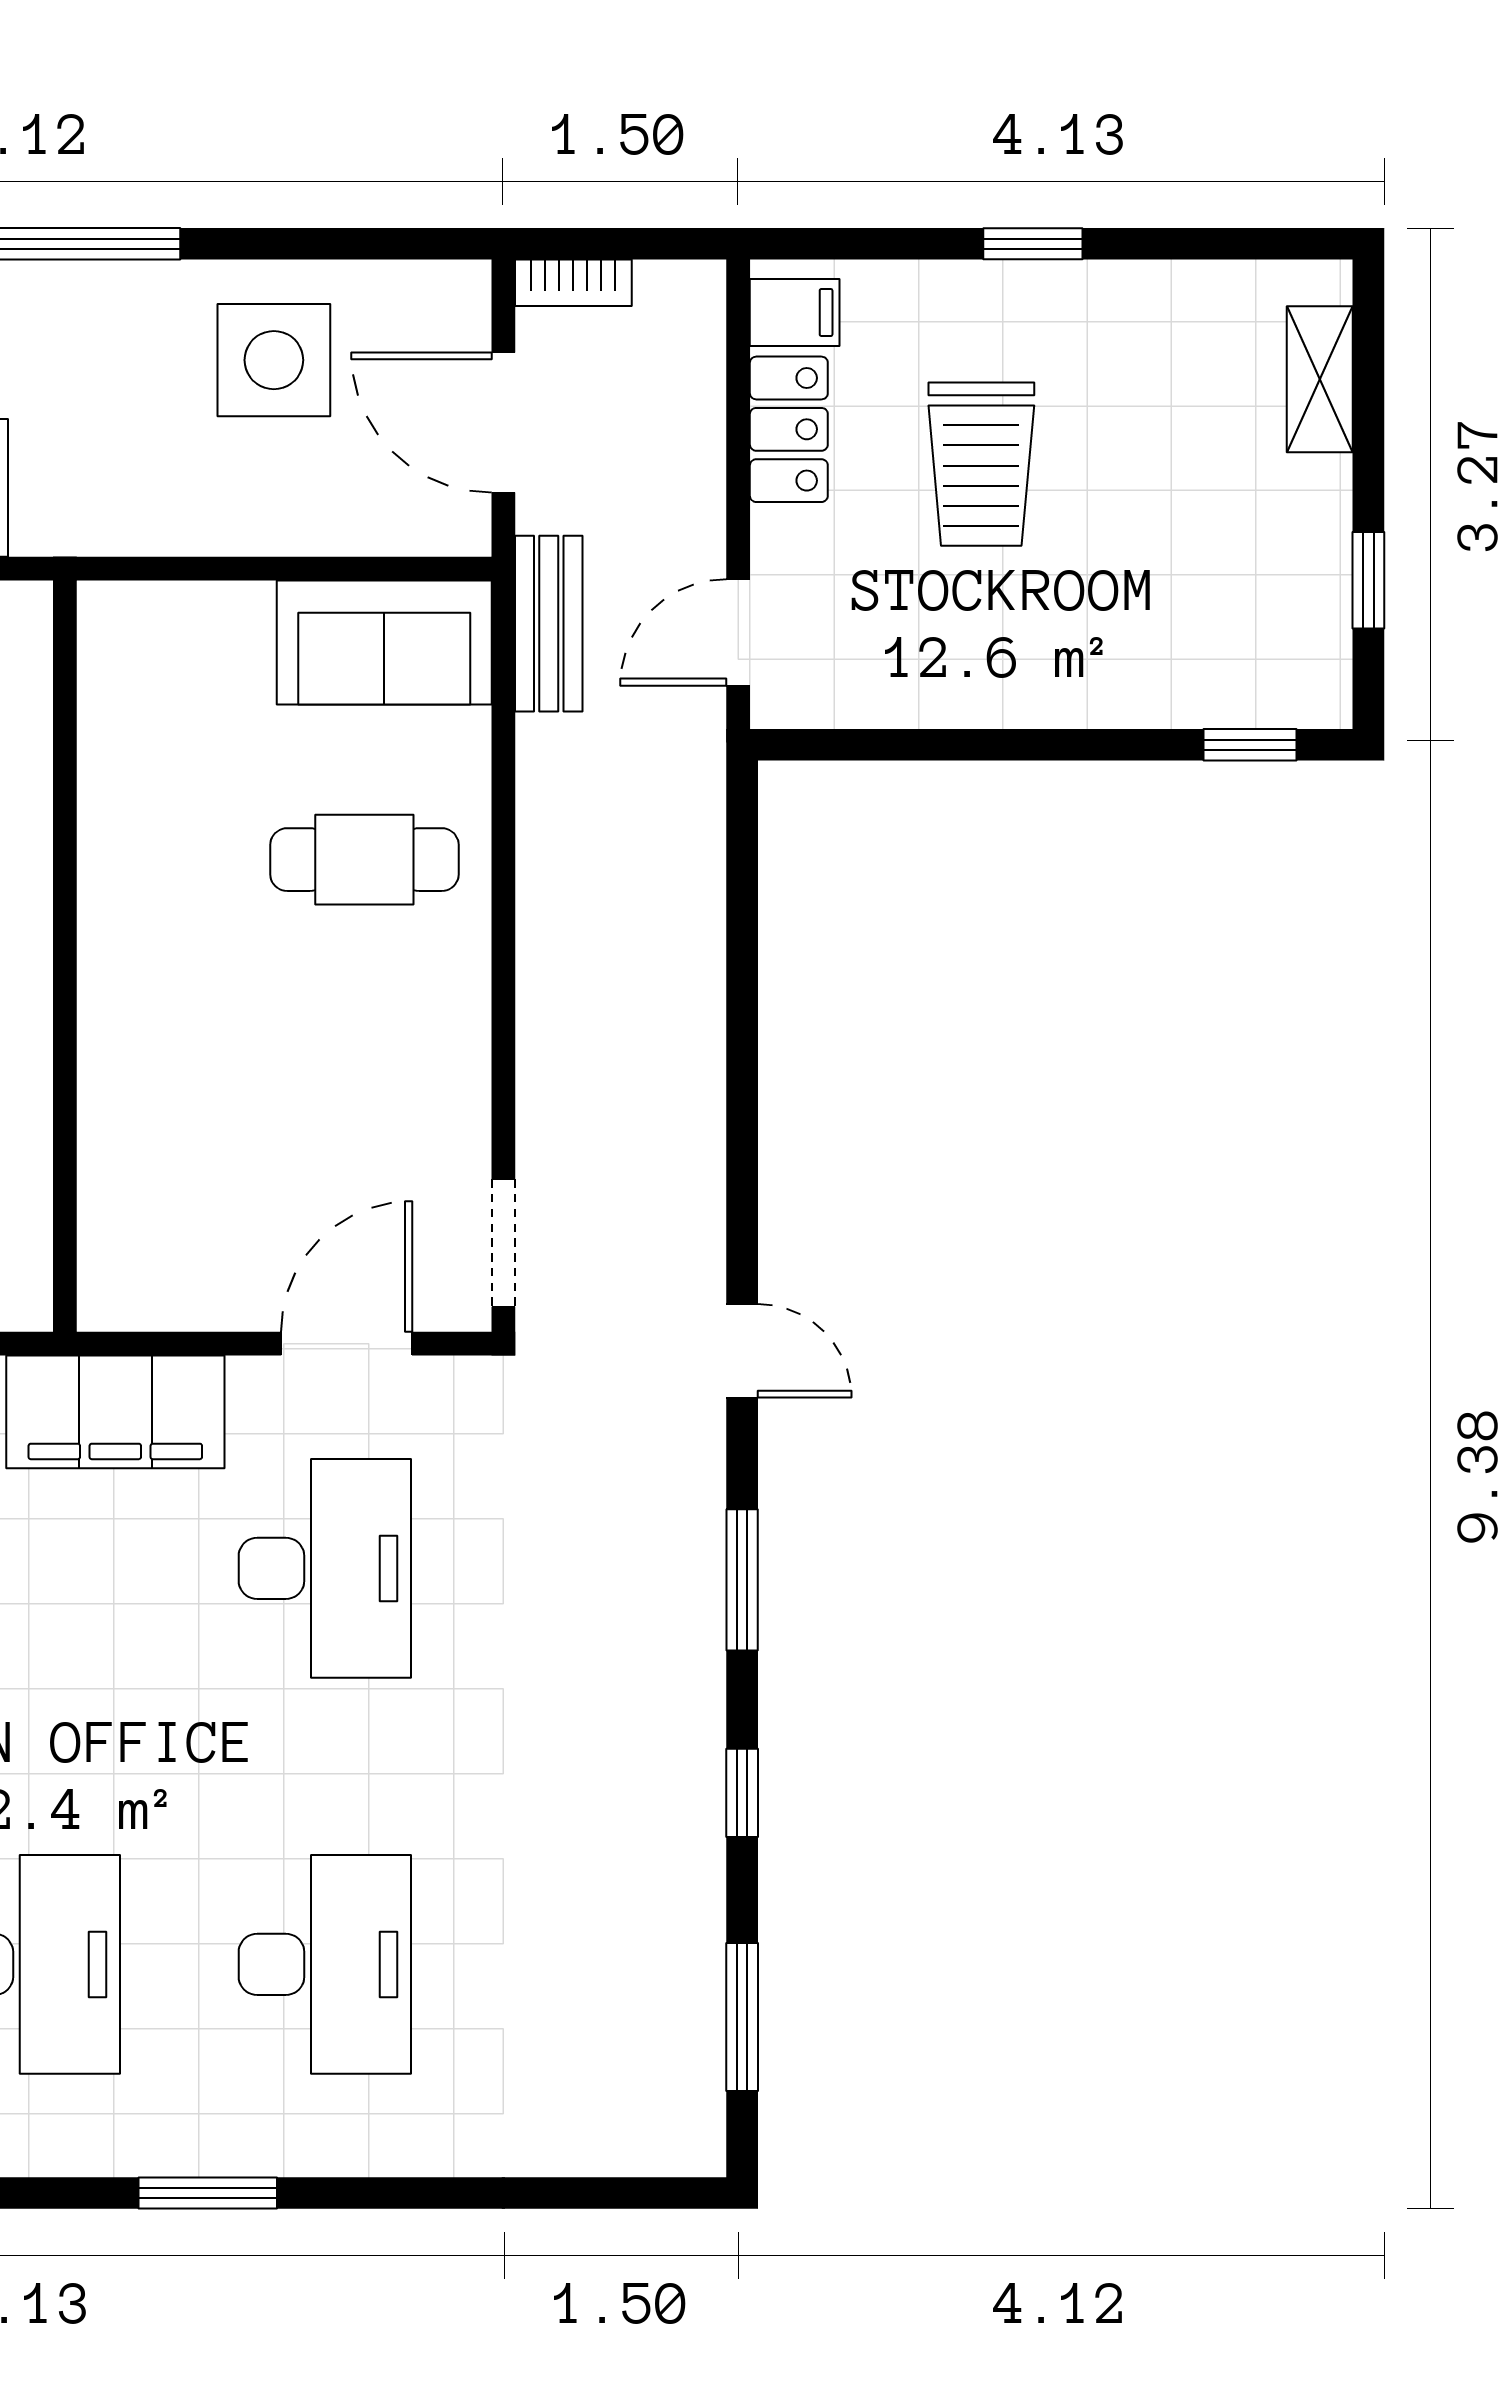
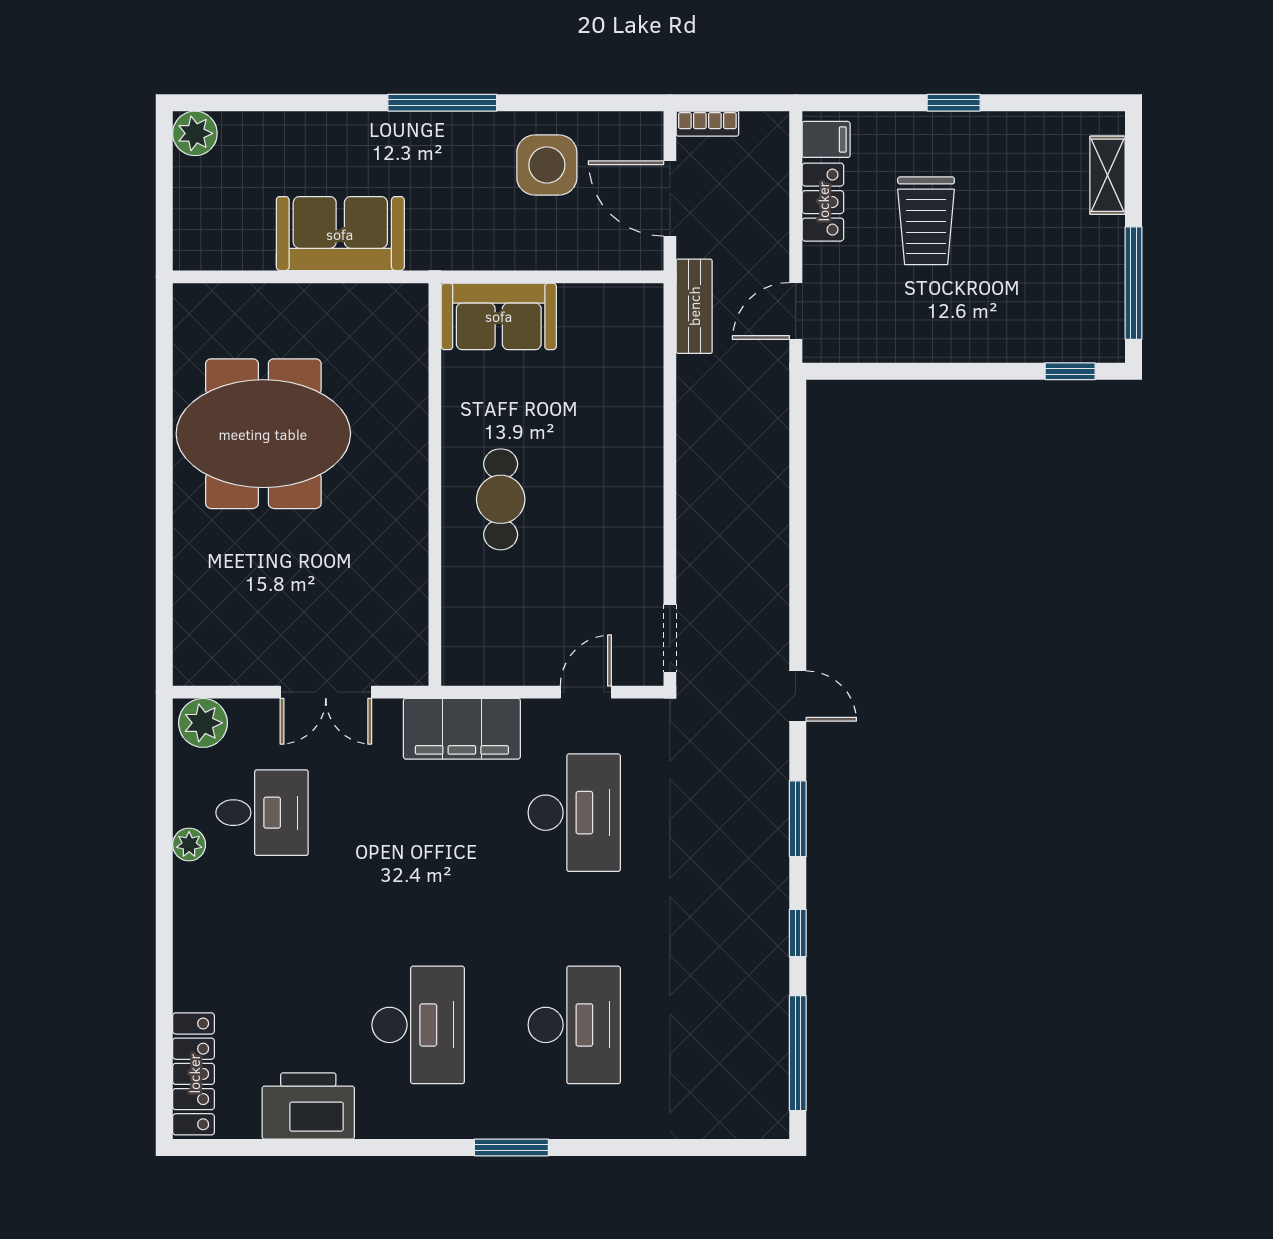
window: (1368, 580) -> (1133, 283), width x2.17
sofa: (384, 643) -> (499, 316), moved
cafe table: (364, 860) -> (501, 499), moved, turned 90
door: (347, 1344) -> (586, 692), width x0.73
window: (742, 2017) -> (798, 1053), width x1.44

